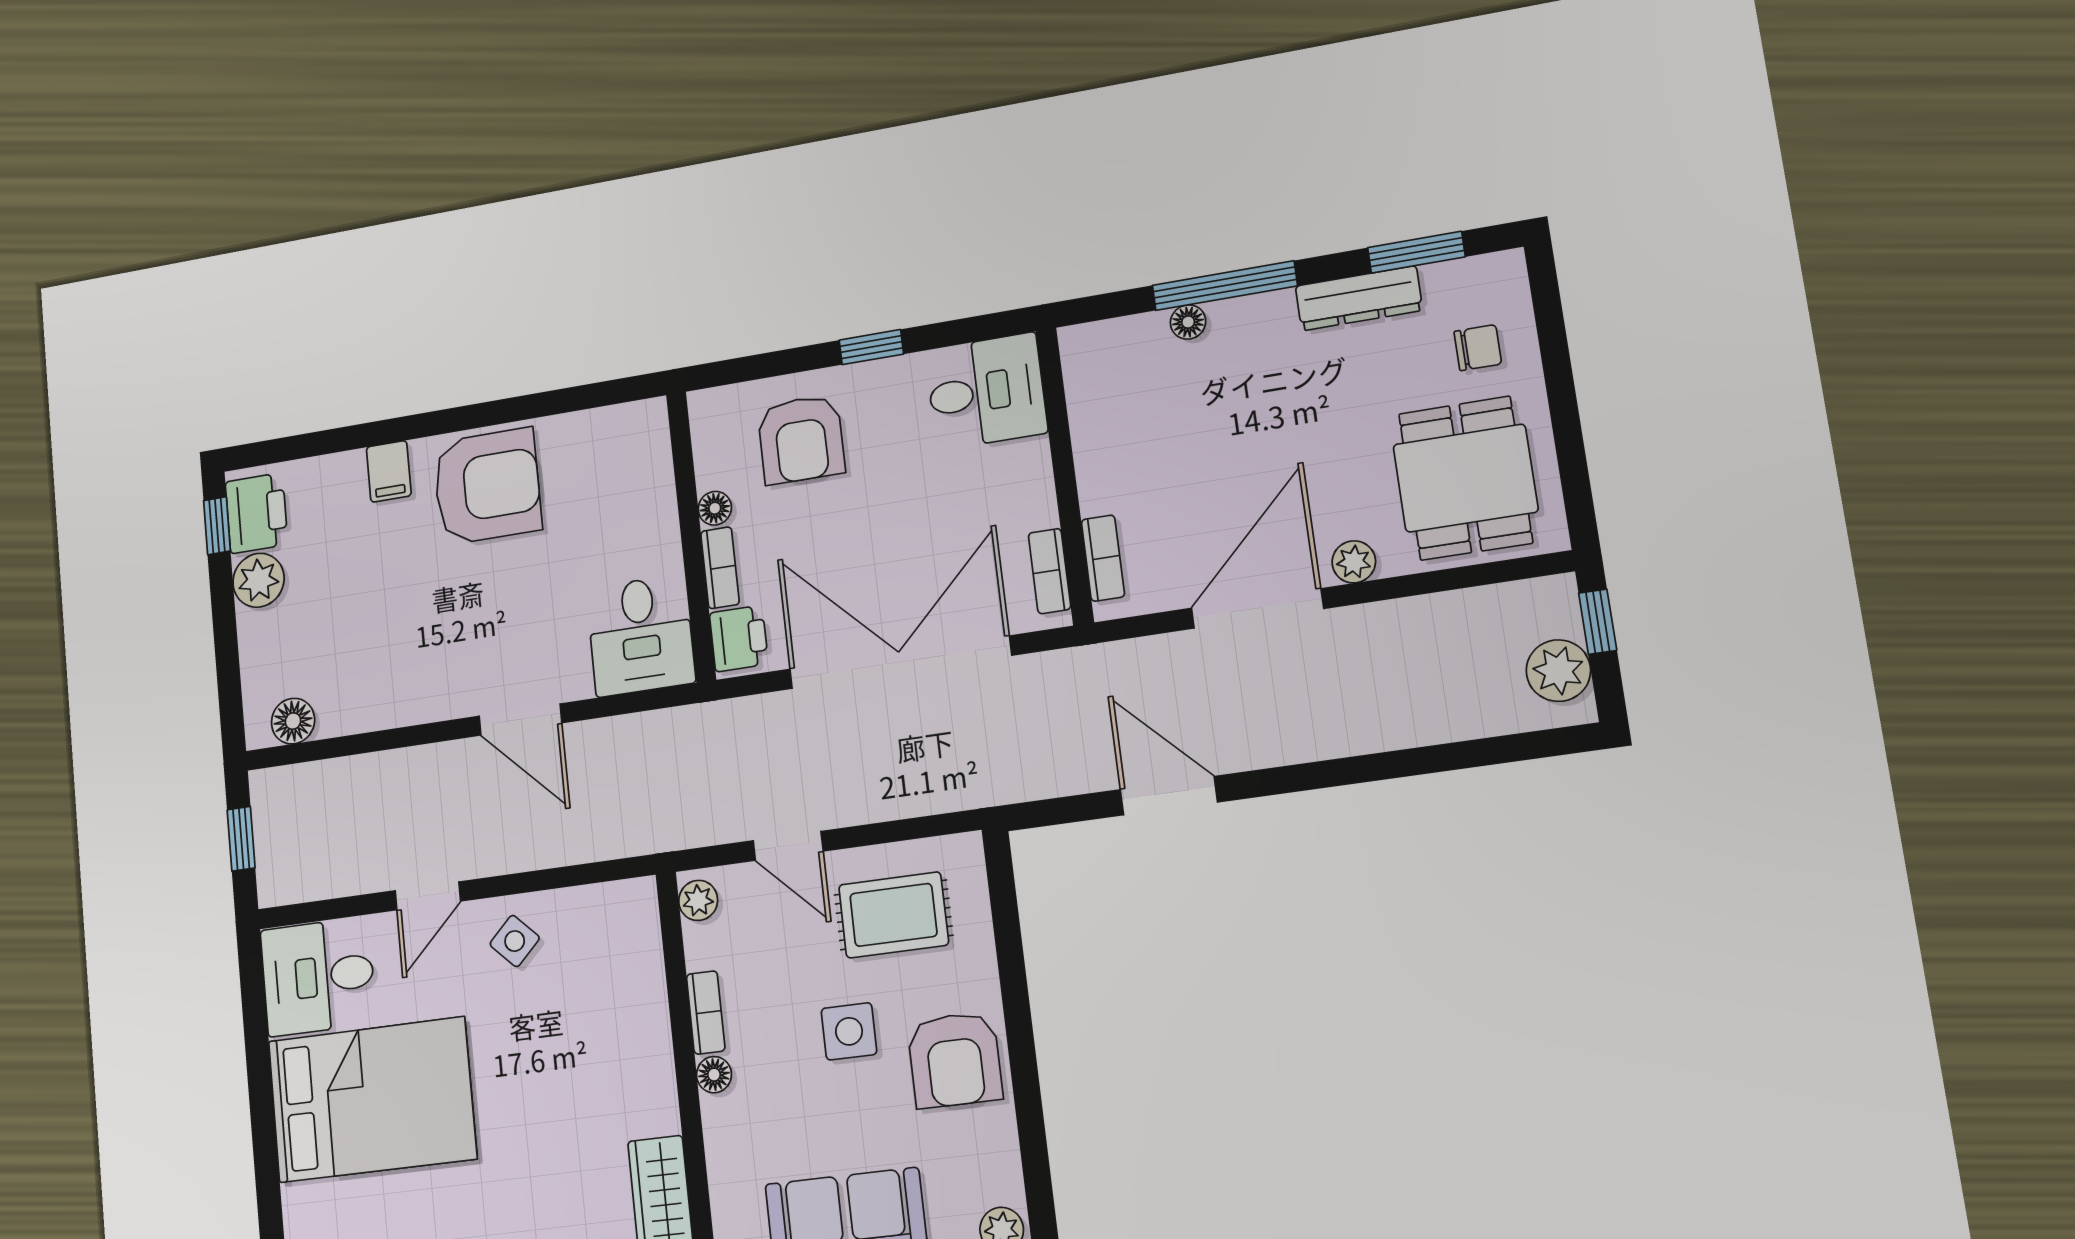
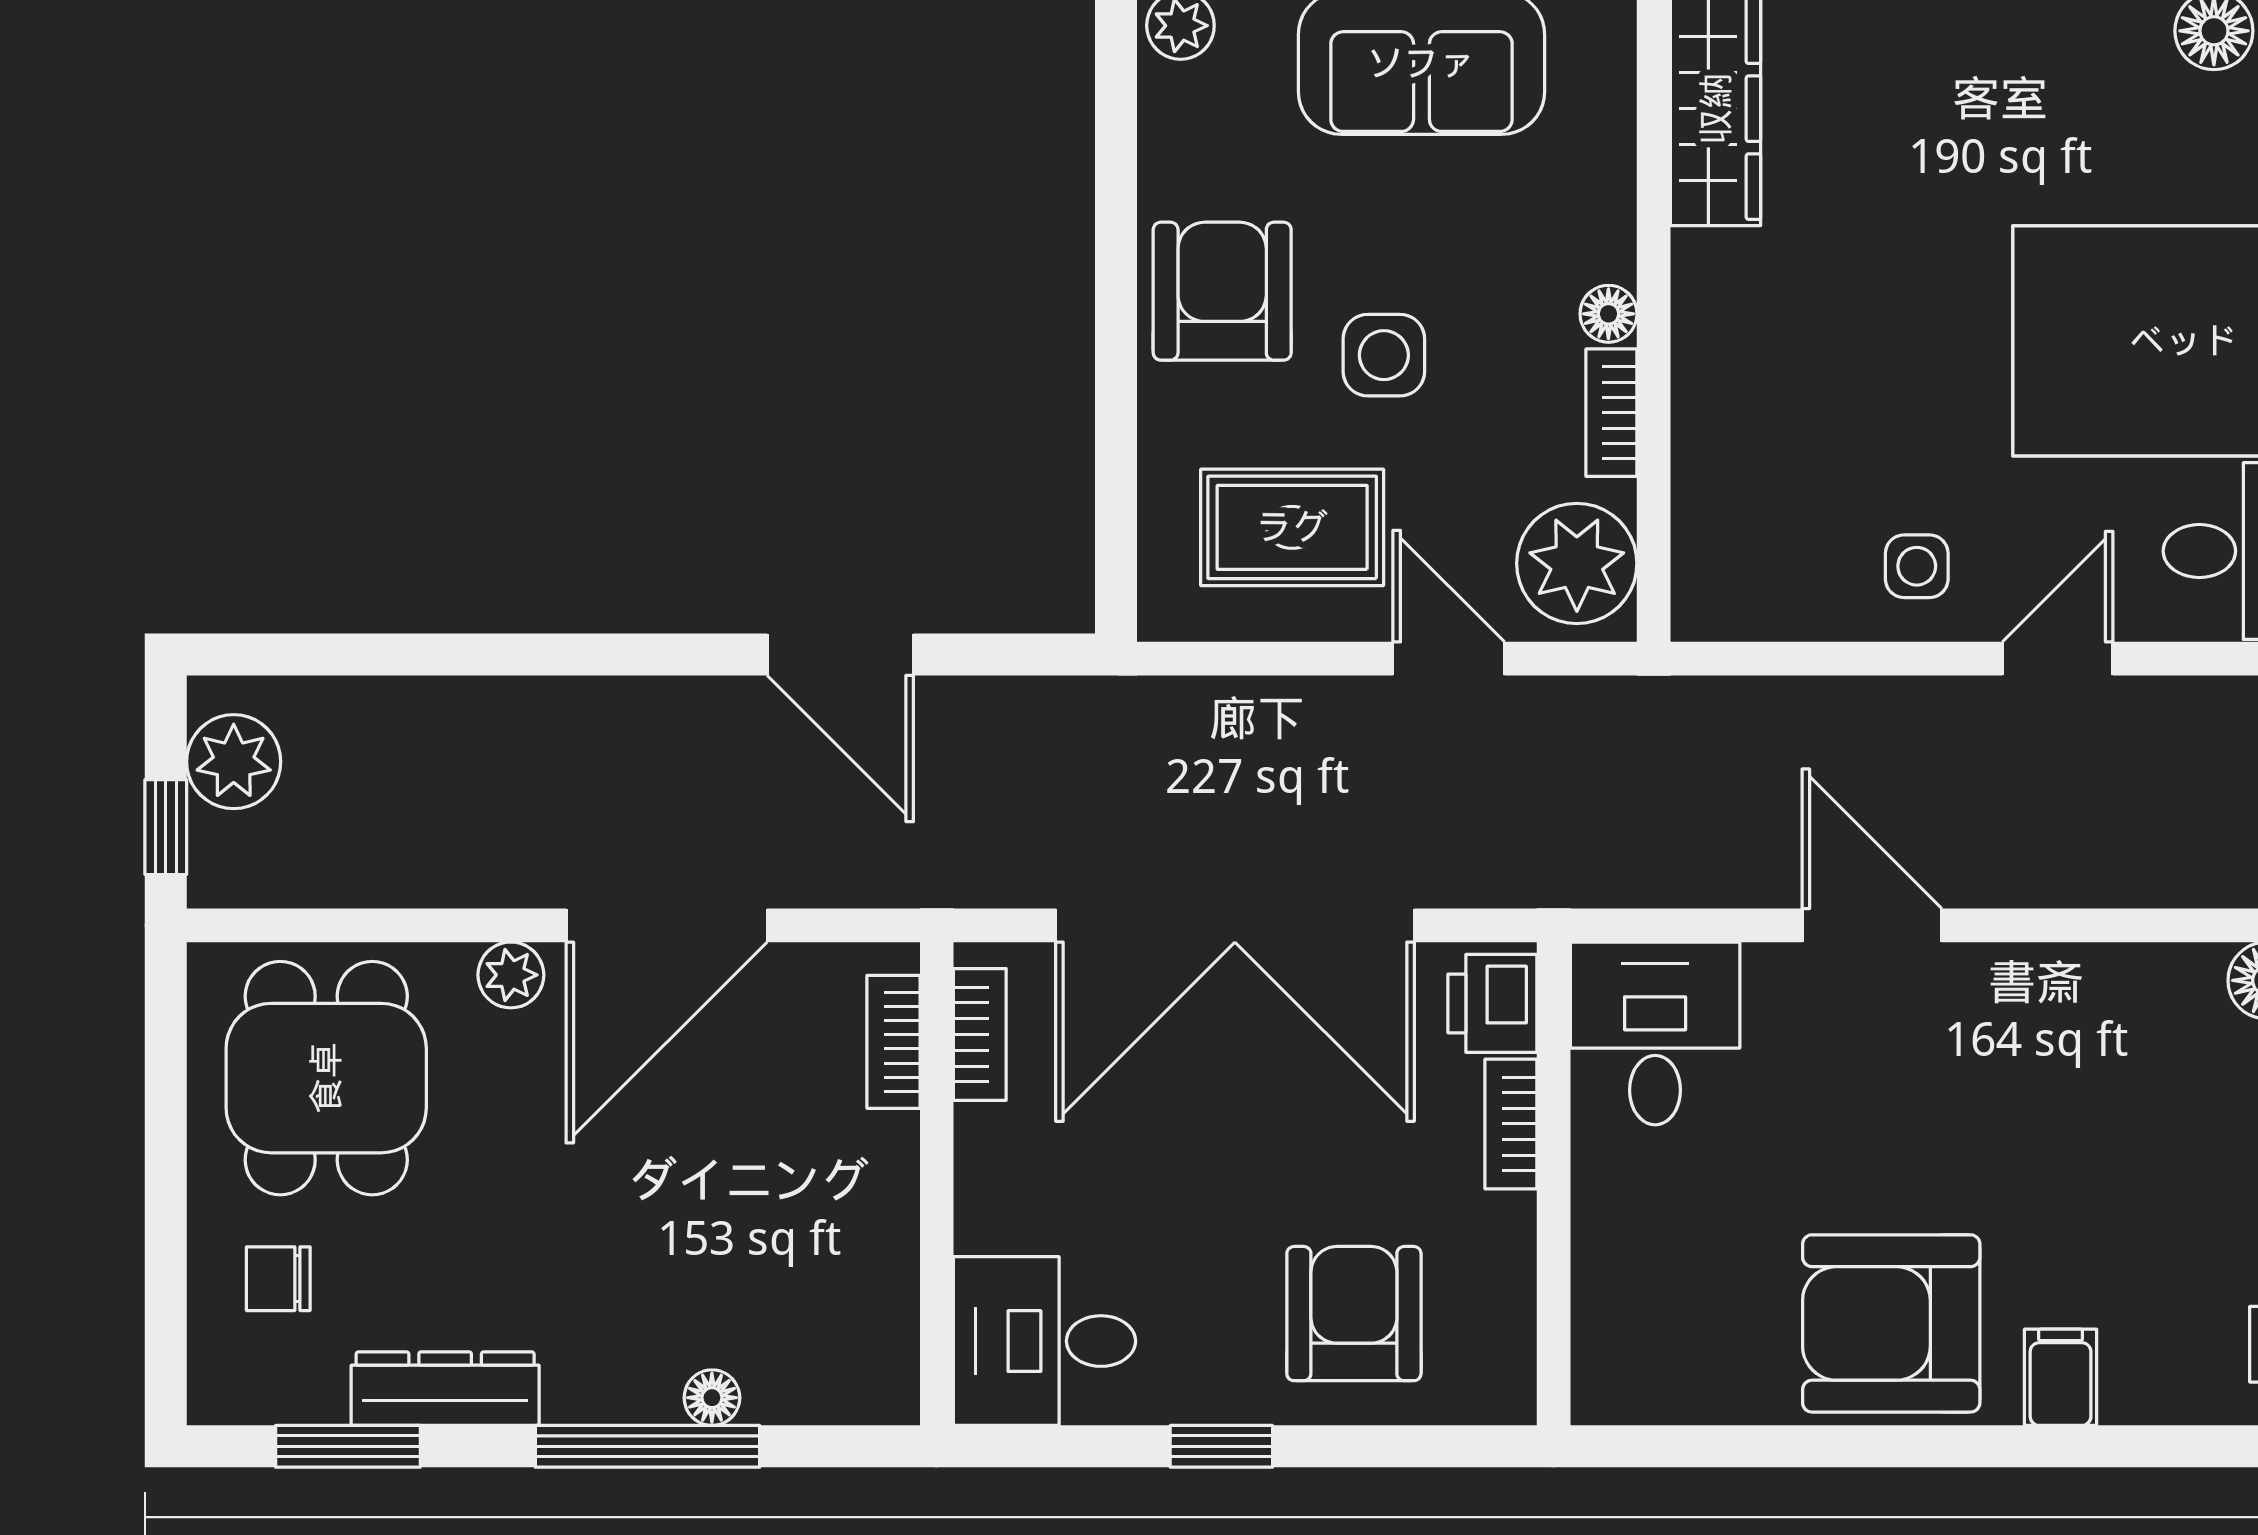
floor lamp: (715, 508) -> (1509, 1223), removed
plant: (698, 900) -> (1577, 563), width x1.88, depth x1.88
side table: (515, 941) -> (1917, 566), turned 45

